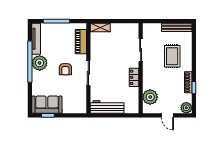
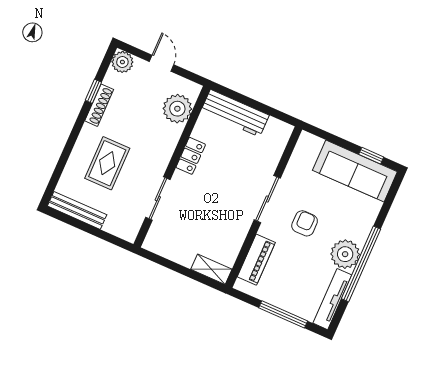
sofa: (47, 105) -> (355, 171), width x1.36
workbench: (107, 107) -> (235, 113), moved

